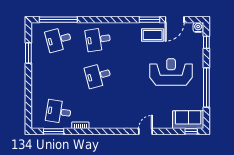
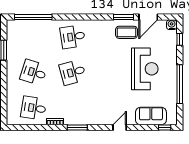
desk: (59, 39) -> (34, 72), moved, turned 33
reception desk: (171, 72) -> (145, 69), turned 90
sofa: (188, 120) -> (151, 116), moved
window: (54, 131) -> (77, 128), moved

